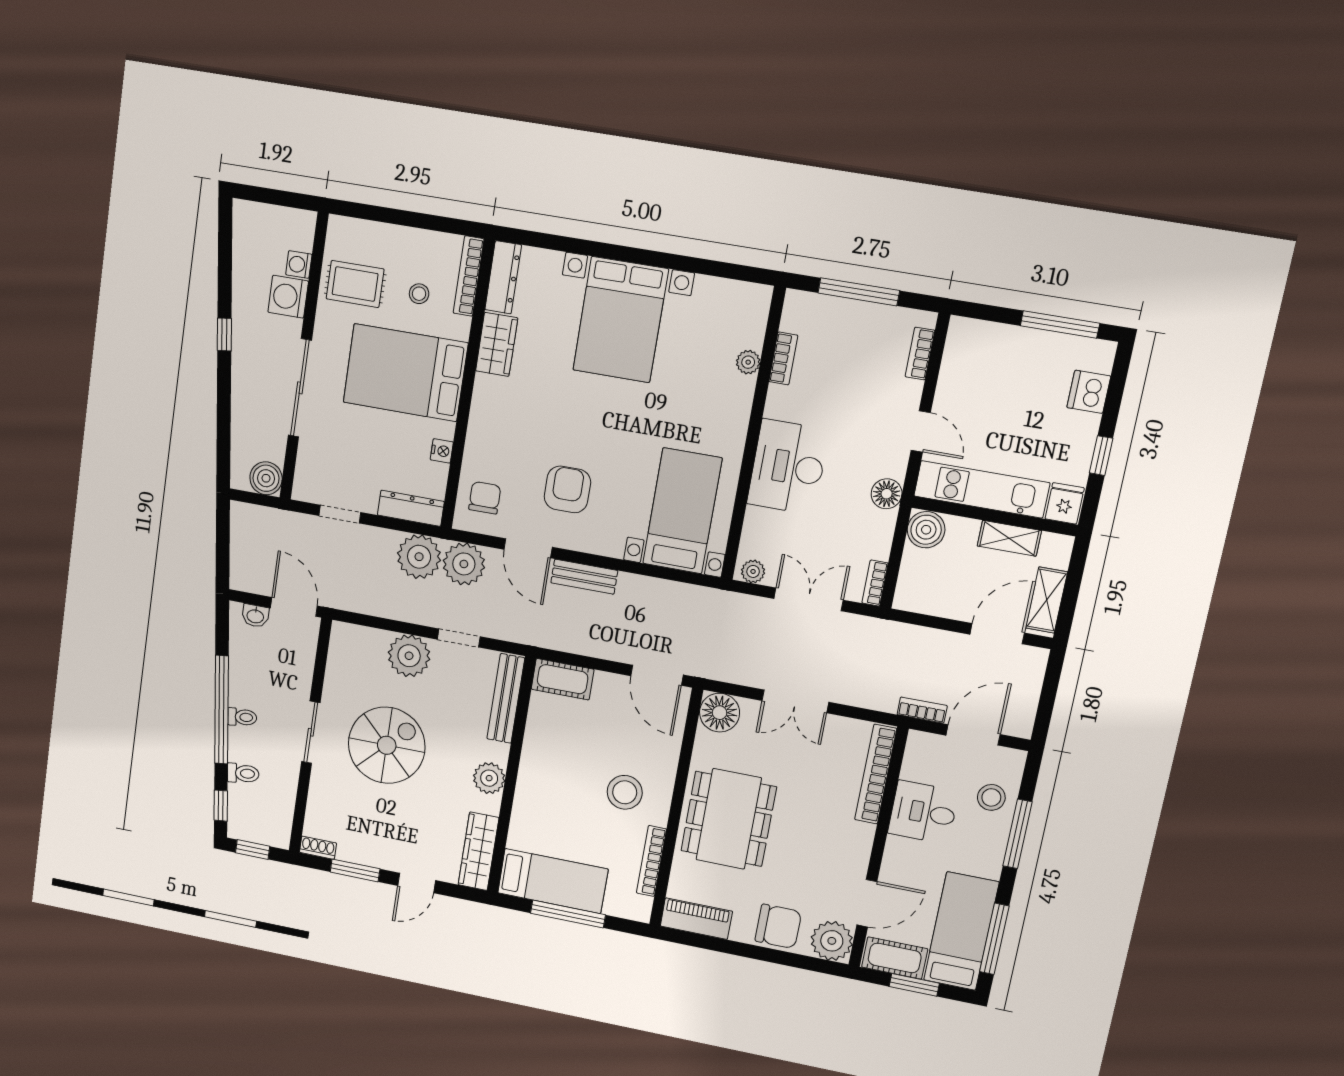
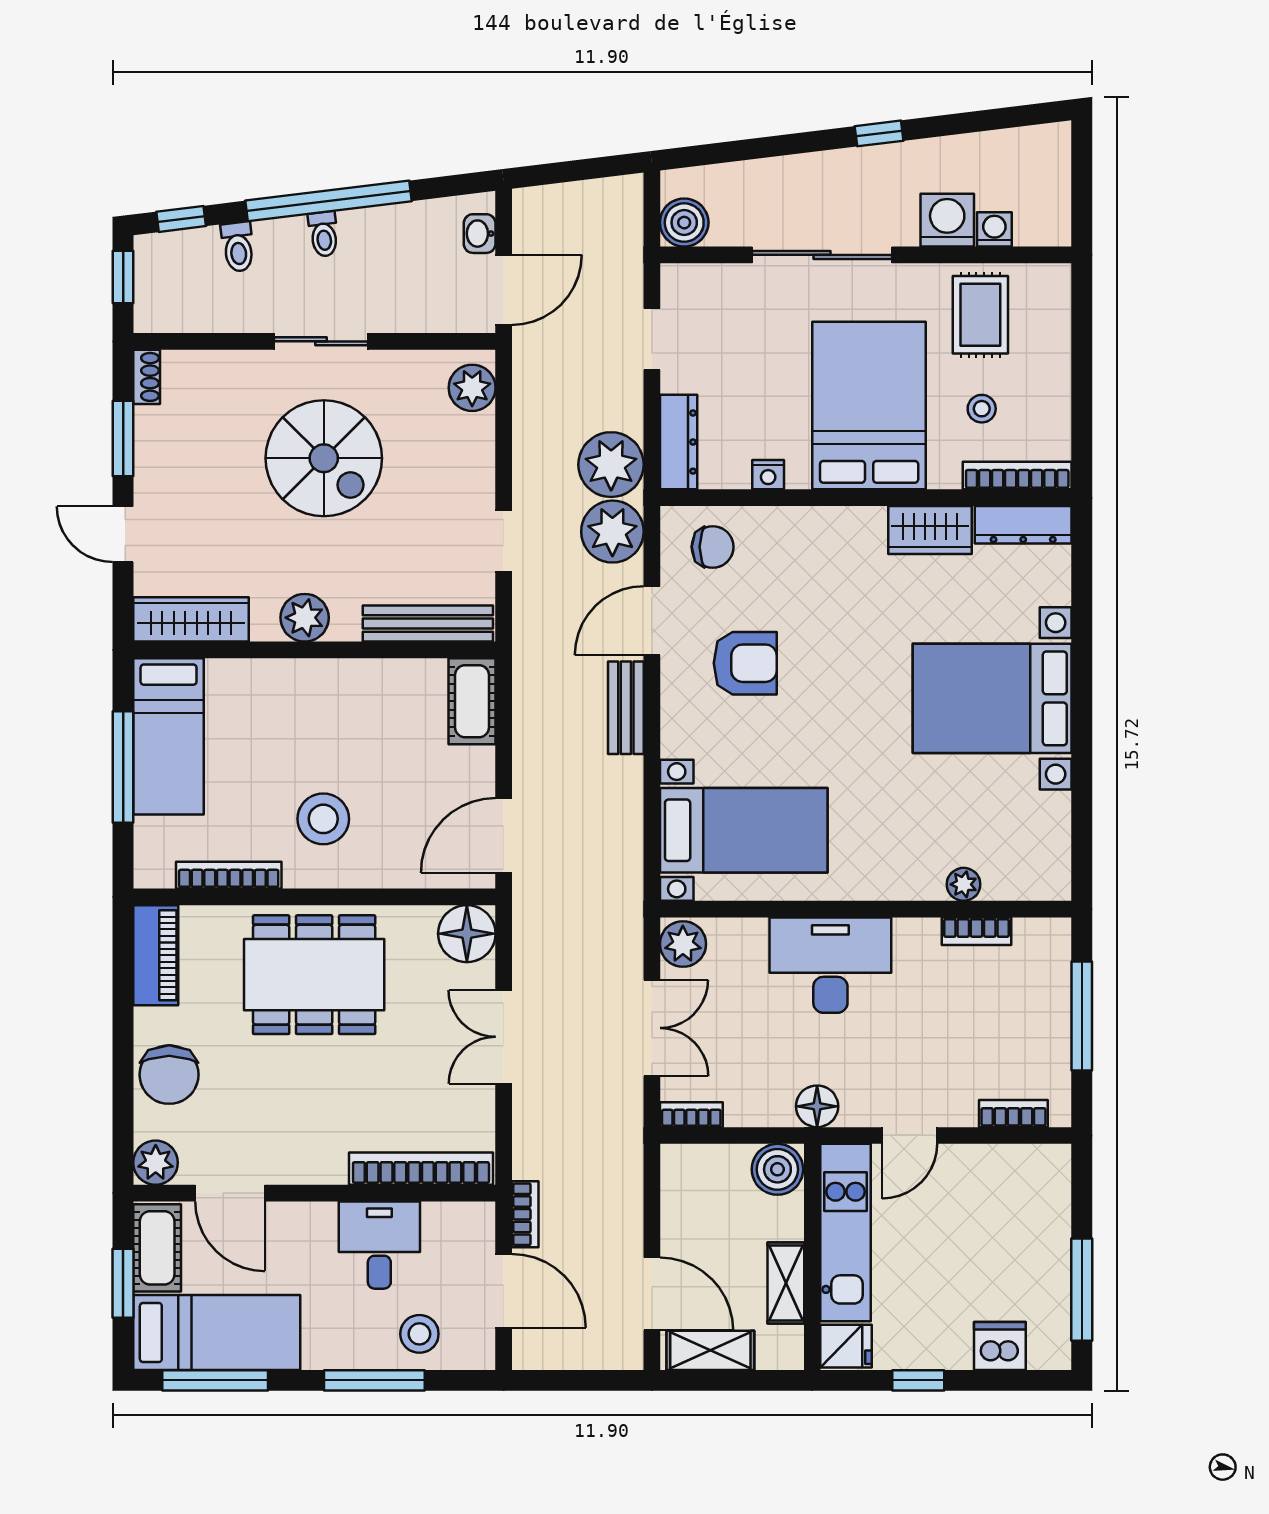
plant: (753, 571) -> (683, 944), width x1.38, depth x1.38
plant: (409, 656) -> (472, 388), moved, width x0.73, depth x0.73
plant: (832, 941) -> (156, 1163), width x0.73, depth x0.73

